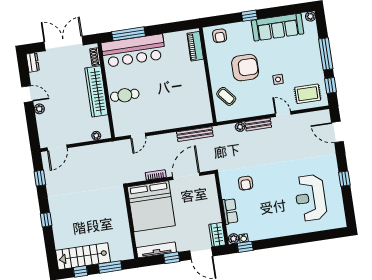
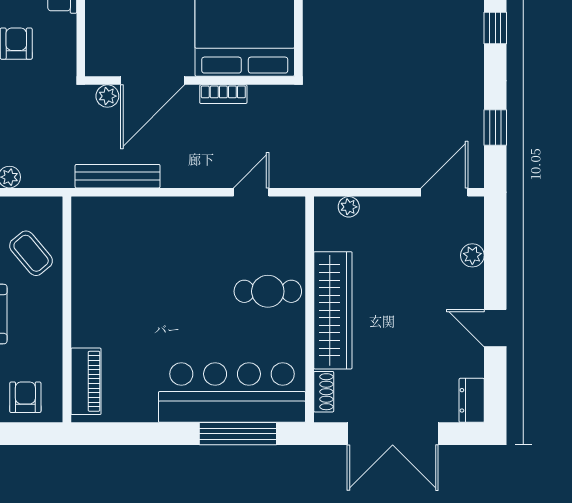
plant: (39, 109) -> (472, 255), moved
plant: (204, 167) -> (107, 96), added

